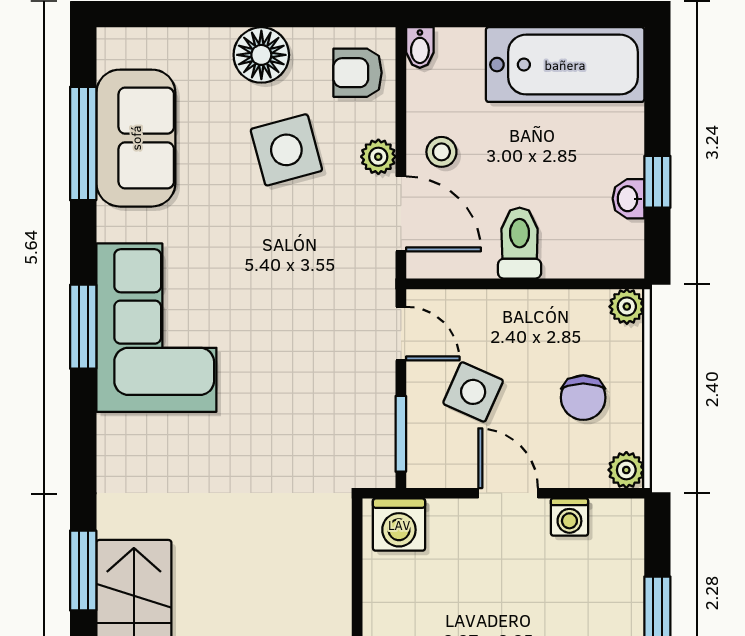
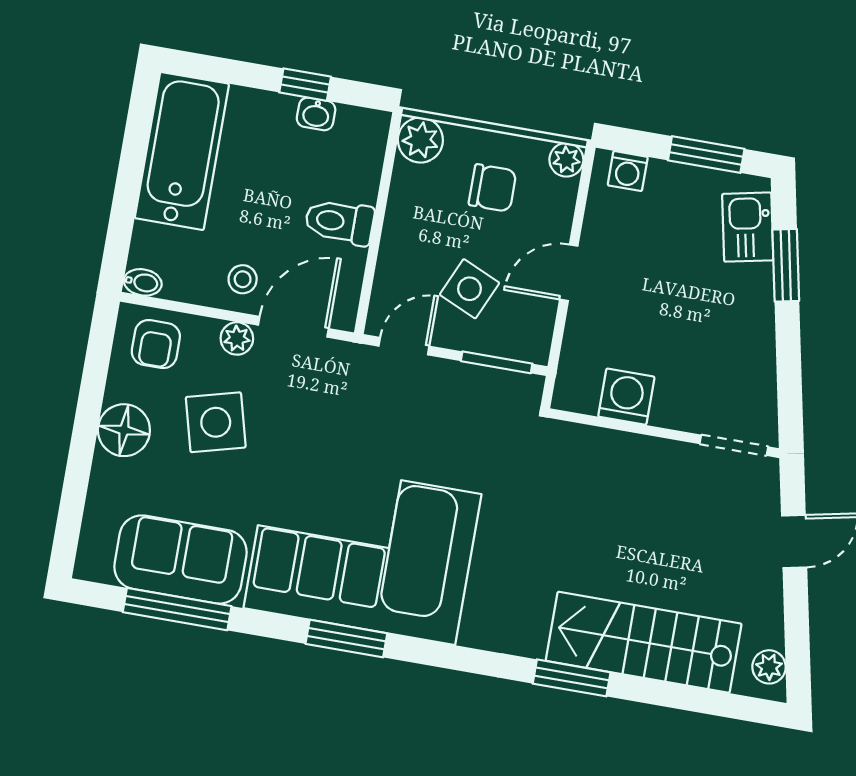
plant: (627, 307) -> (420, 140), width x1.38, depth x1.38
corner sofa: (156, 328) -> (362, 551), width x1.36, depth x1.36
washing machine: (569, 517) -> (628, 171), moved, turned 90
washing machine: (399, 525) -> (626, 397), moved, turned -90

